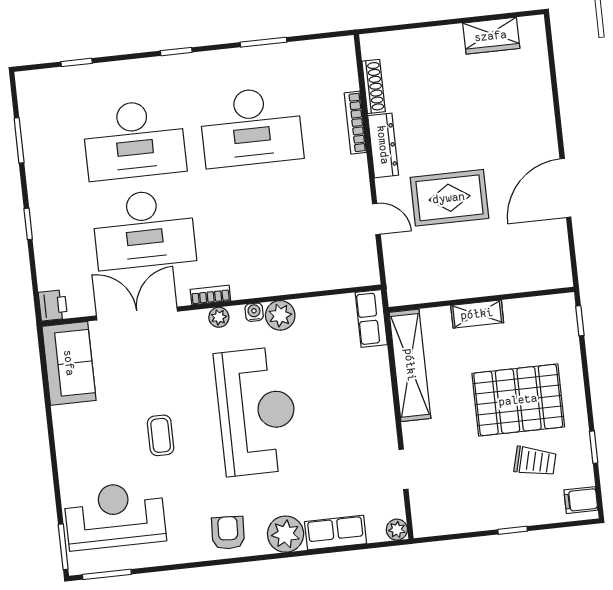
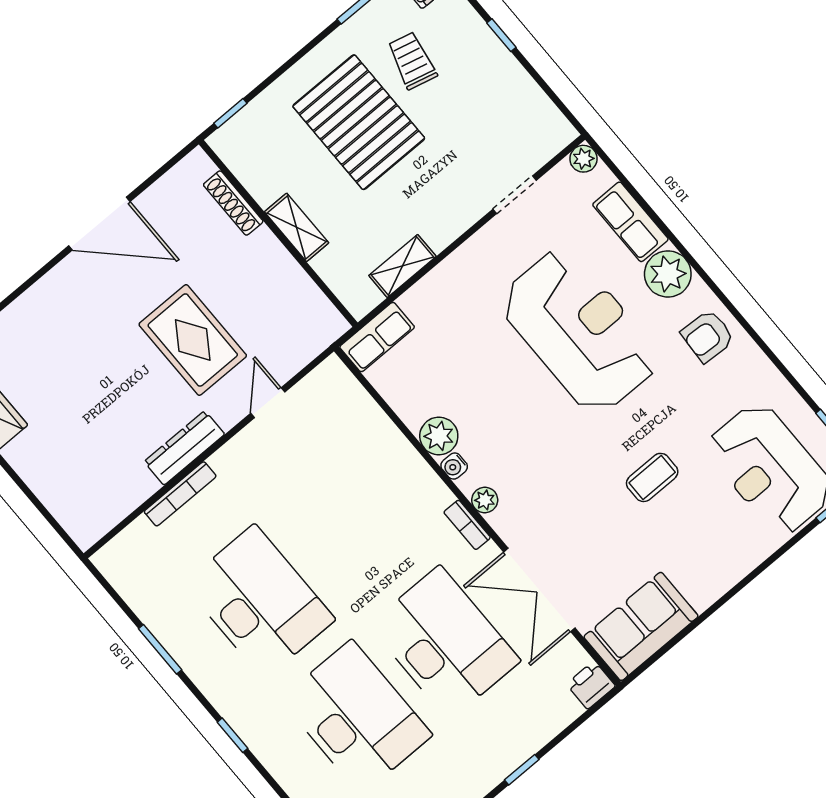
shoe rack: (374, 86) -> (233, 203), moved, turned -90
shelving: (410, 365) -> (402, 266), width x0.45, depth x0.75
reception desk: (257, 411) -> (579, 331), moved, turned 90

